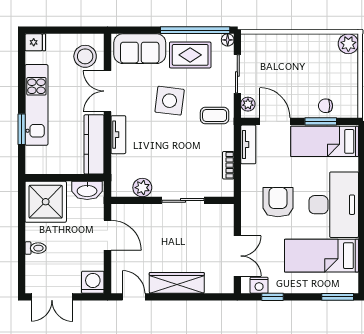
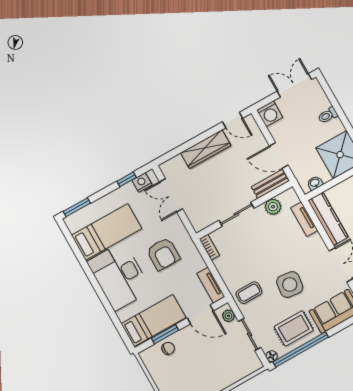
tv unit: (118, 135) -> (304, 219), moved
bookcase: (228, 165) -> (209, 247), moved
washbasin: (87, 190) -> (315, 183), width x0.52, depth x0.69
bench: (132, 212) -> (270, 184), added

